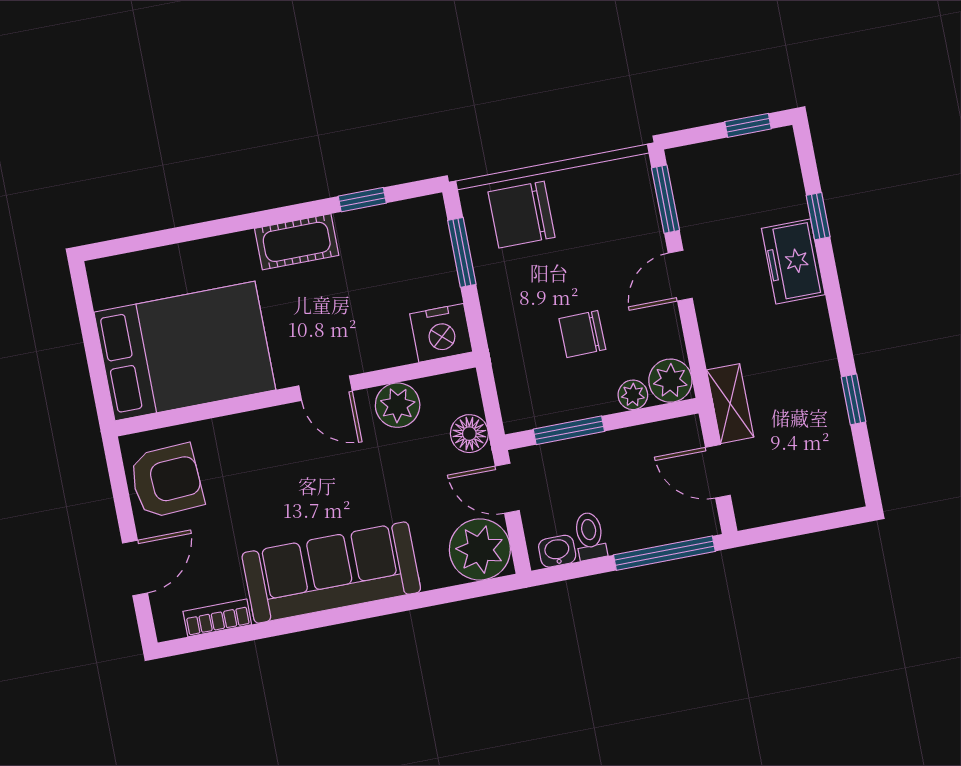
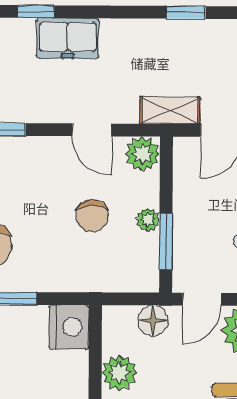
door: (680, 276) -> (92, 130), moved
plant: (633, 395) -> (148, 220), moved

